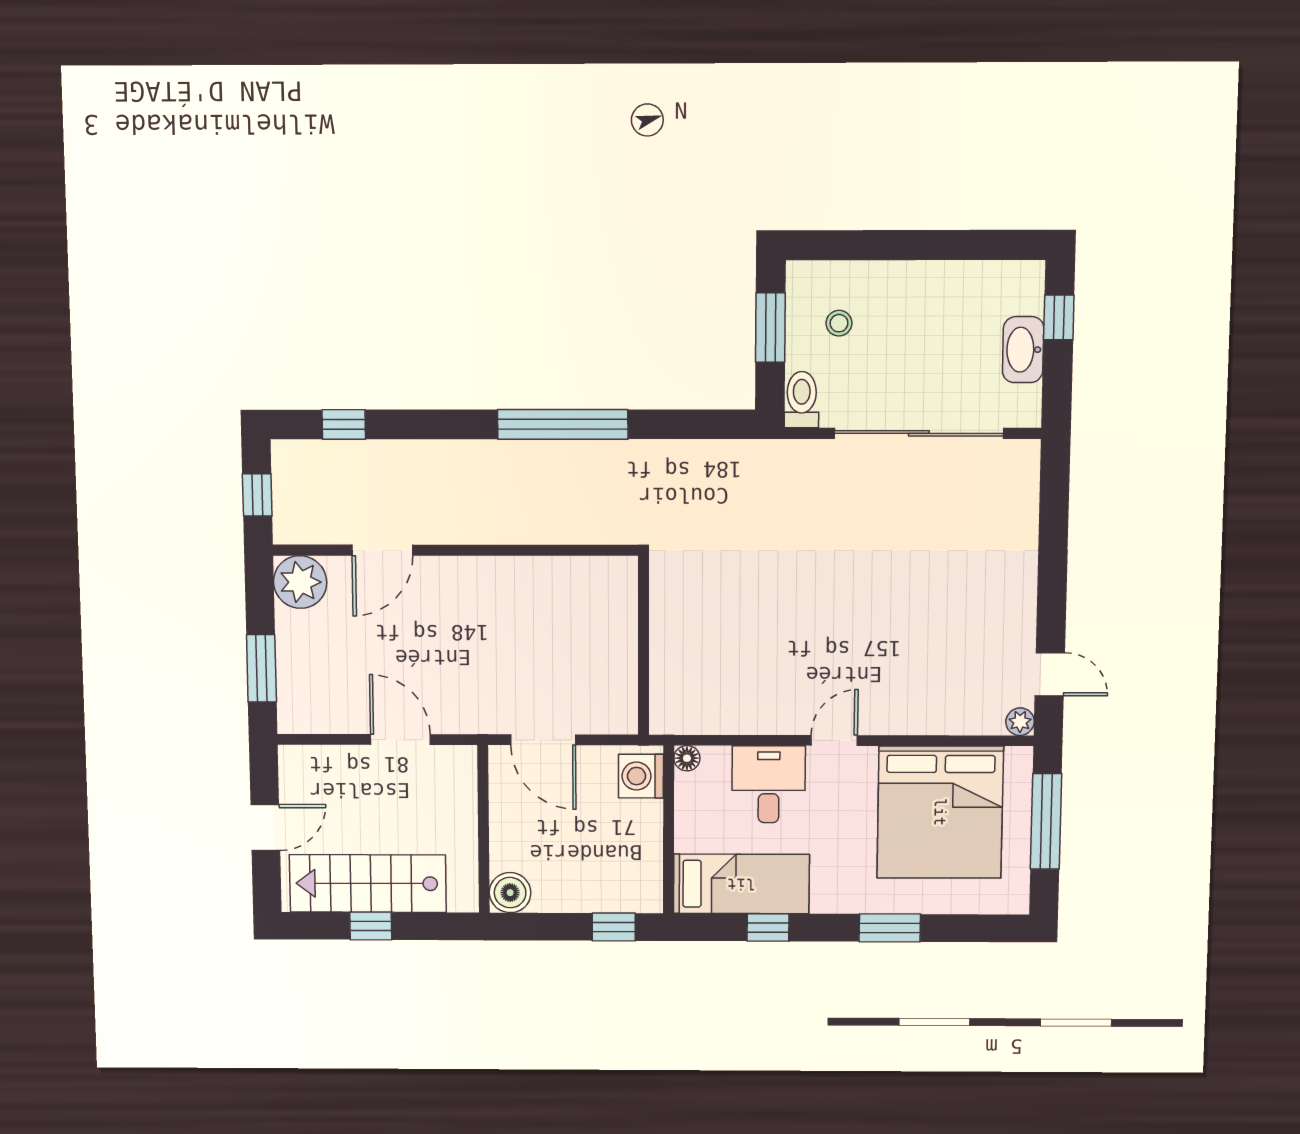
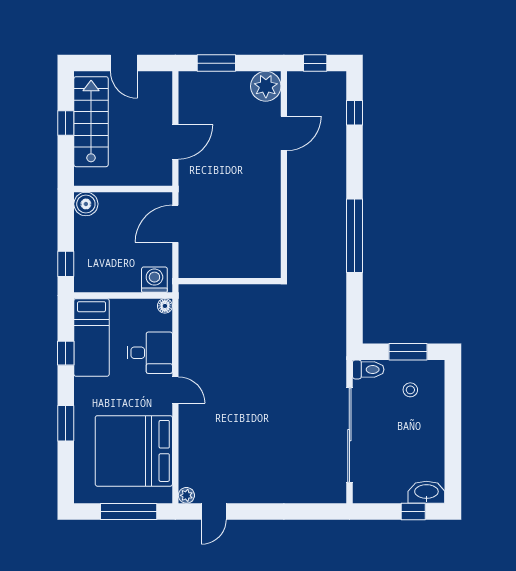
washbasin: (1023, 350) -> (426, 492), moved
door: (382, 550) -> (284, 133), swing flipped

